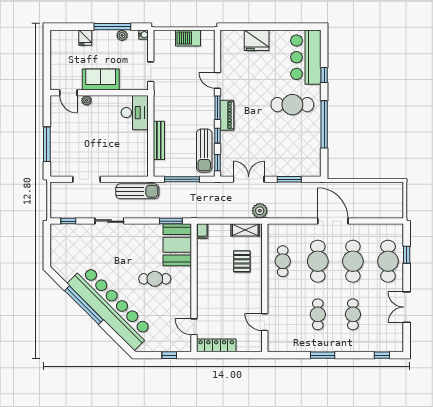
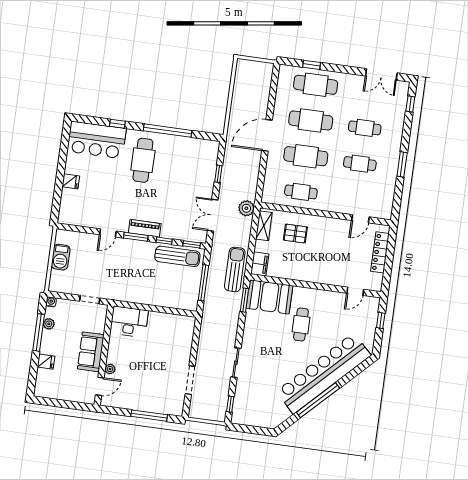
fridge: (257, 40) -> (71, 181), width x0.53, depth x0.75
bench: (159, 140) -> (161, 301), removed
window: (289, 179) -> (218, 174), width x0.67
sun lounger: (137, 191) -> (235, 269), moved
filing cabinet: (202, 231) -> (260, 264), width x2.00
double door: (407, 307) -> (381, 74), moved
locker: (216, 345) -> (380, 252), moved

